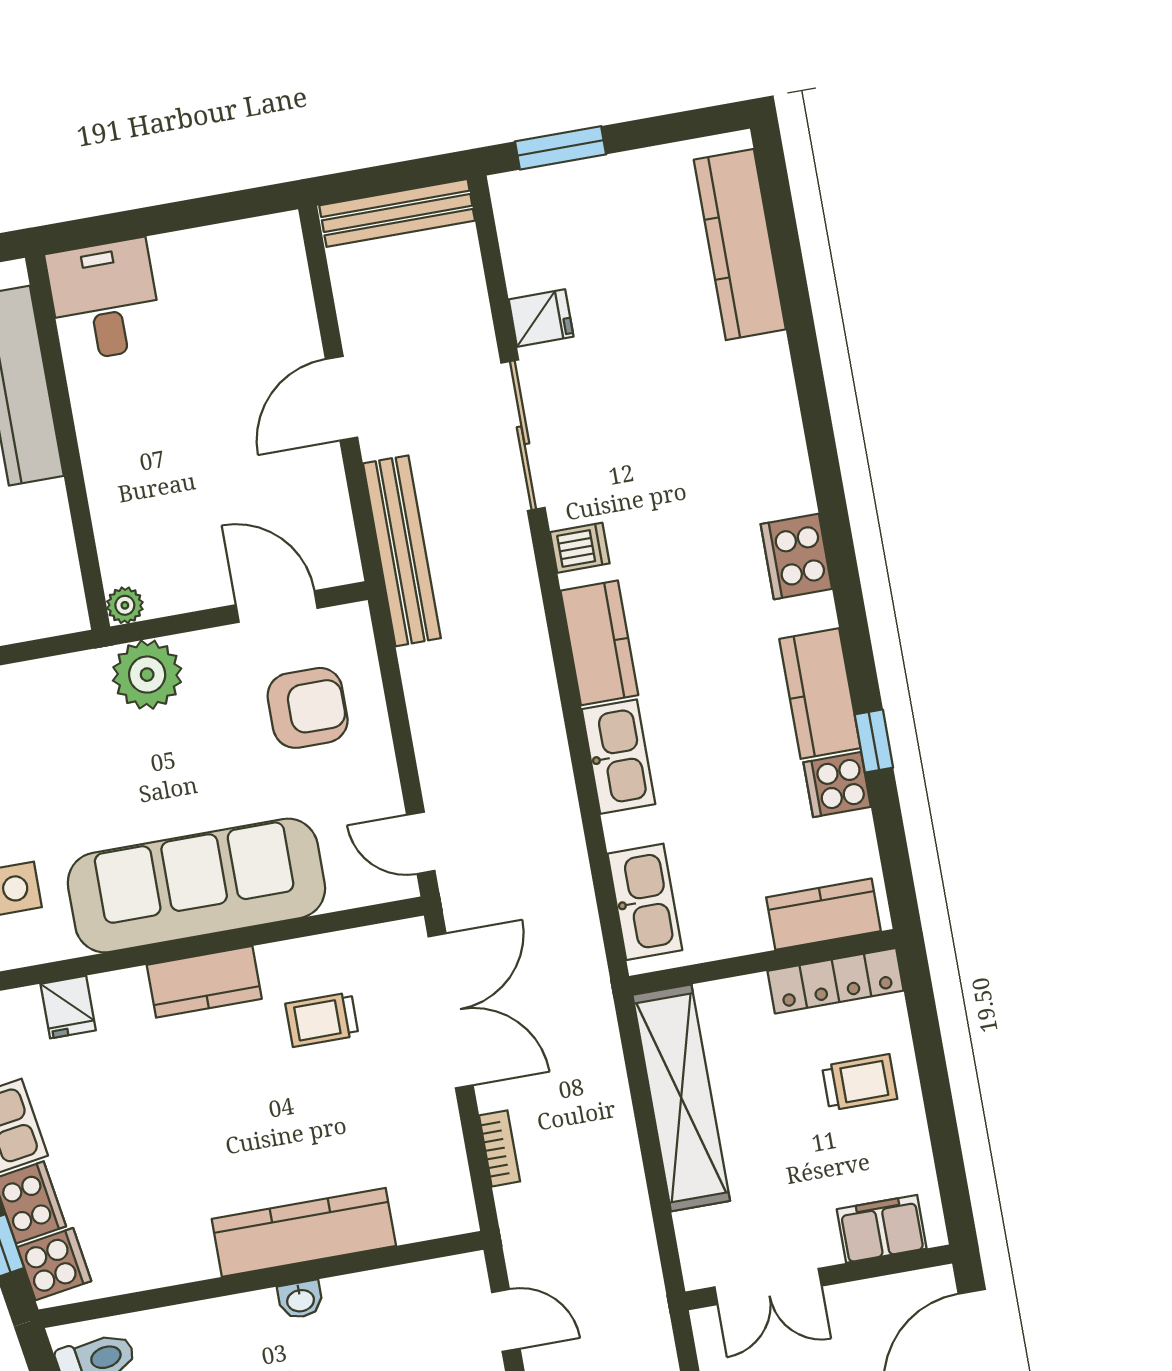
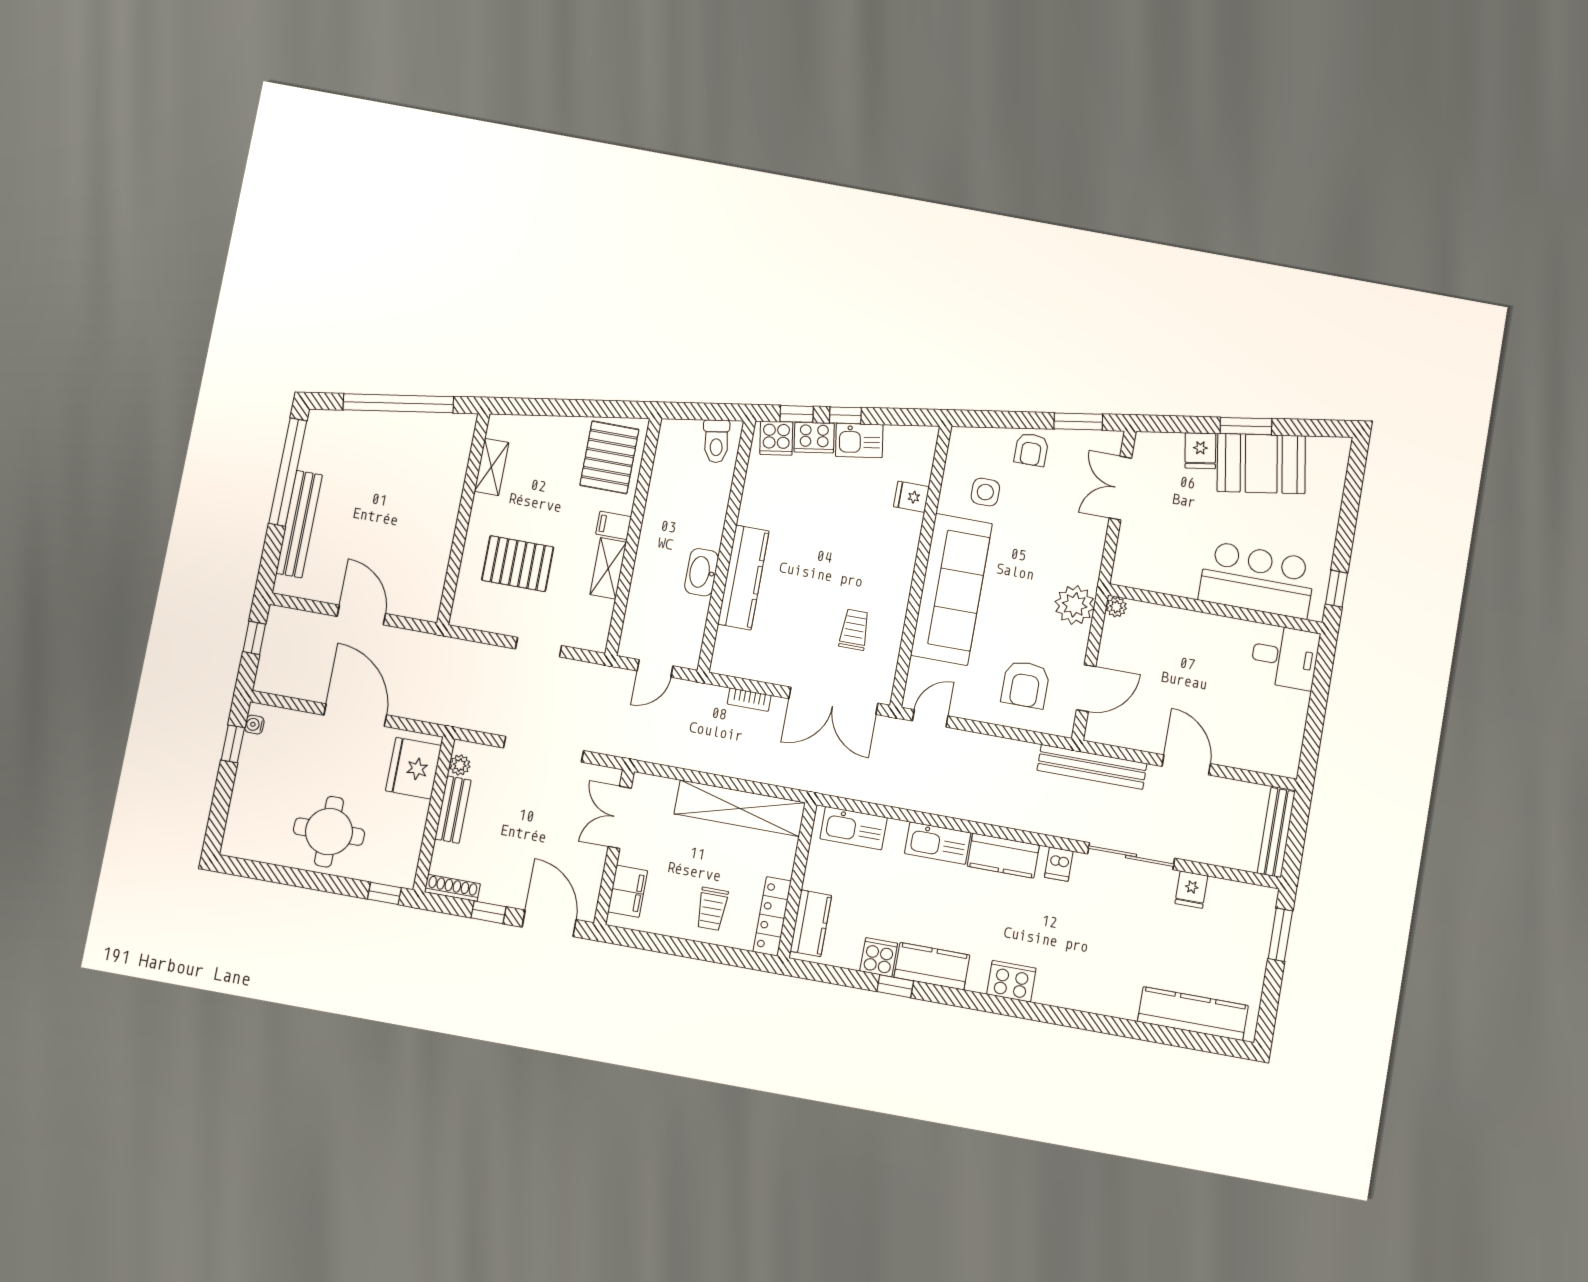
kitchen counter: (204, 982) -> (898, 574), removed
washbasin: (300, 1300) -> (702, 572), width x1.91, depth x1.45

